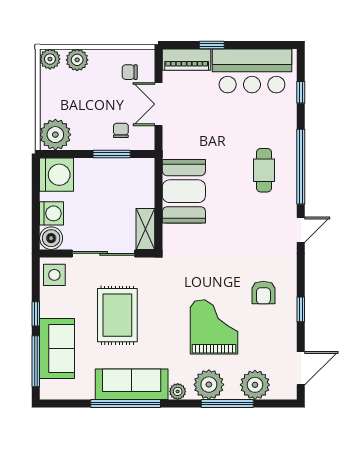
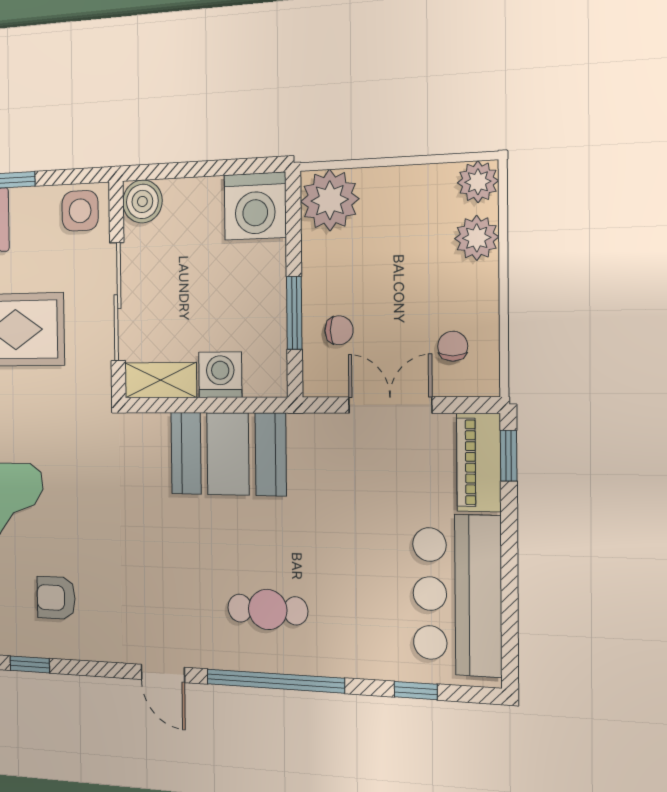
window: (212, 45) -> (509, 456), moved
washing machine: (52, 213) -> (220, 375), moved, turned 180

